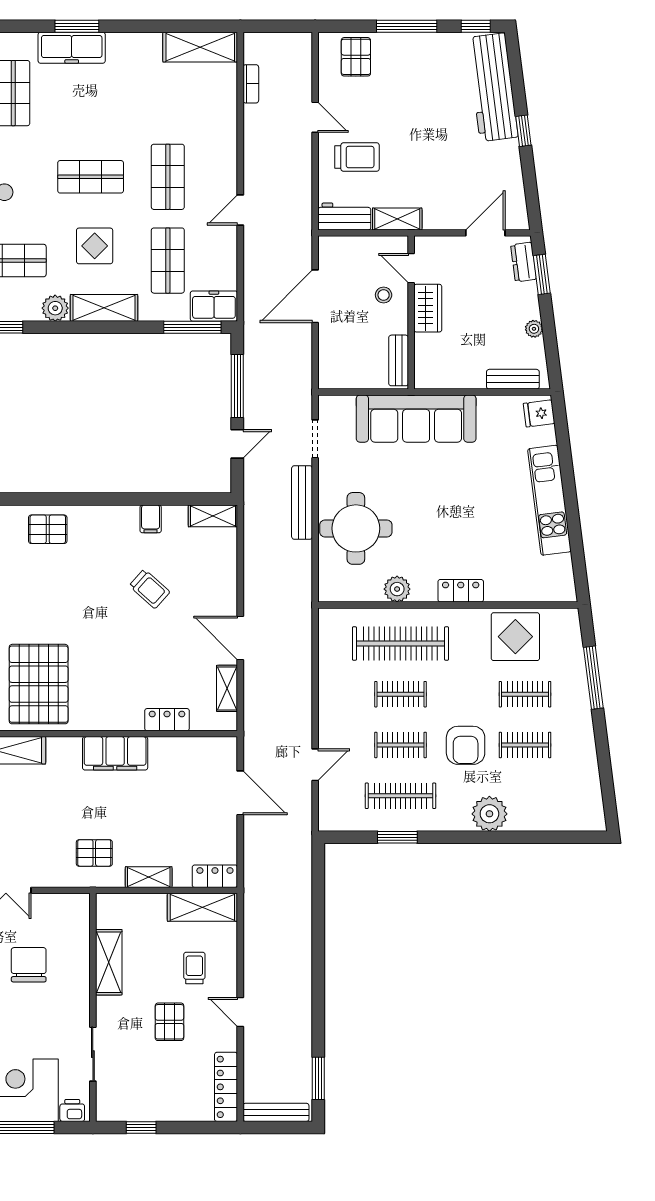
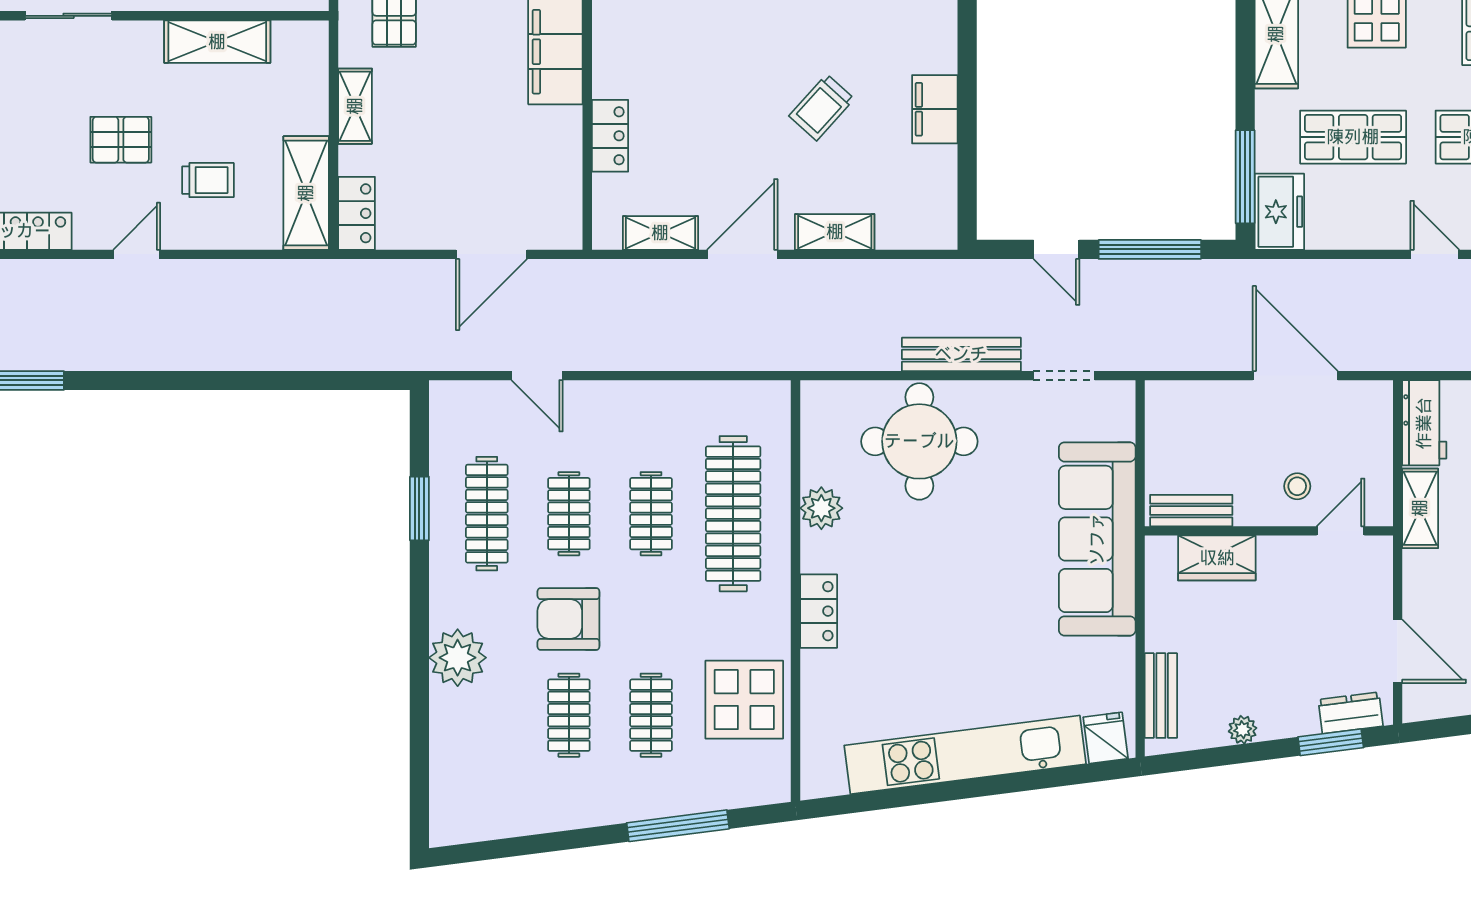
wardrobe: (428, 308) -> (1217, 558), moved
kitchen unit: (549, 500) -> (965, 755), width x1.36
shelving: (213, 516) -> (835, 232), moved, turned 90
filing cabinet: (151, 519) -> (935, 109), width x2.00

